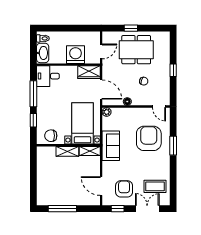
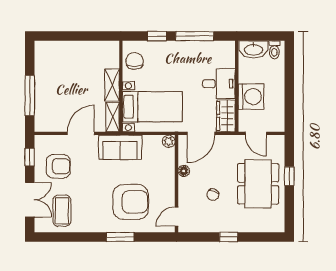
desk: (48, 76) -> (219, 84), moved, turned 90
door: (101, 186) -> (81, 133), moved
window: (62, 209) -> (30, 96), moved

